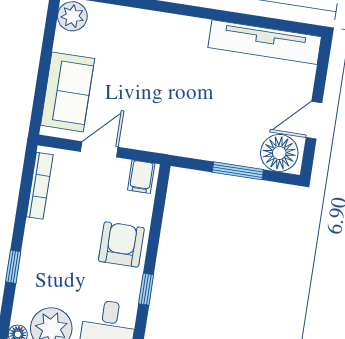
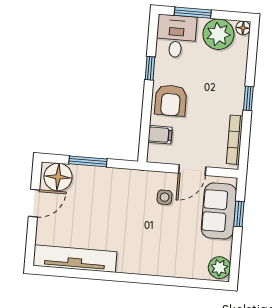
window: (41, 86) -> (239, 214), added
side table: (139, 116) -> (165, 197), added
filing cabinet: (141, 177) -> (160, 135), moved, turned 90
window: (13, 267) -> (248, 98), moved

